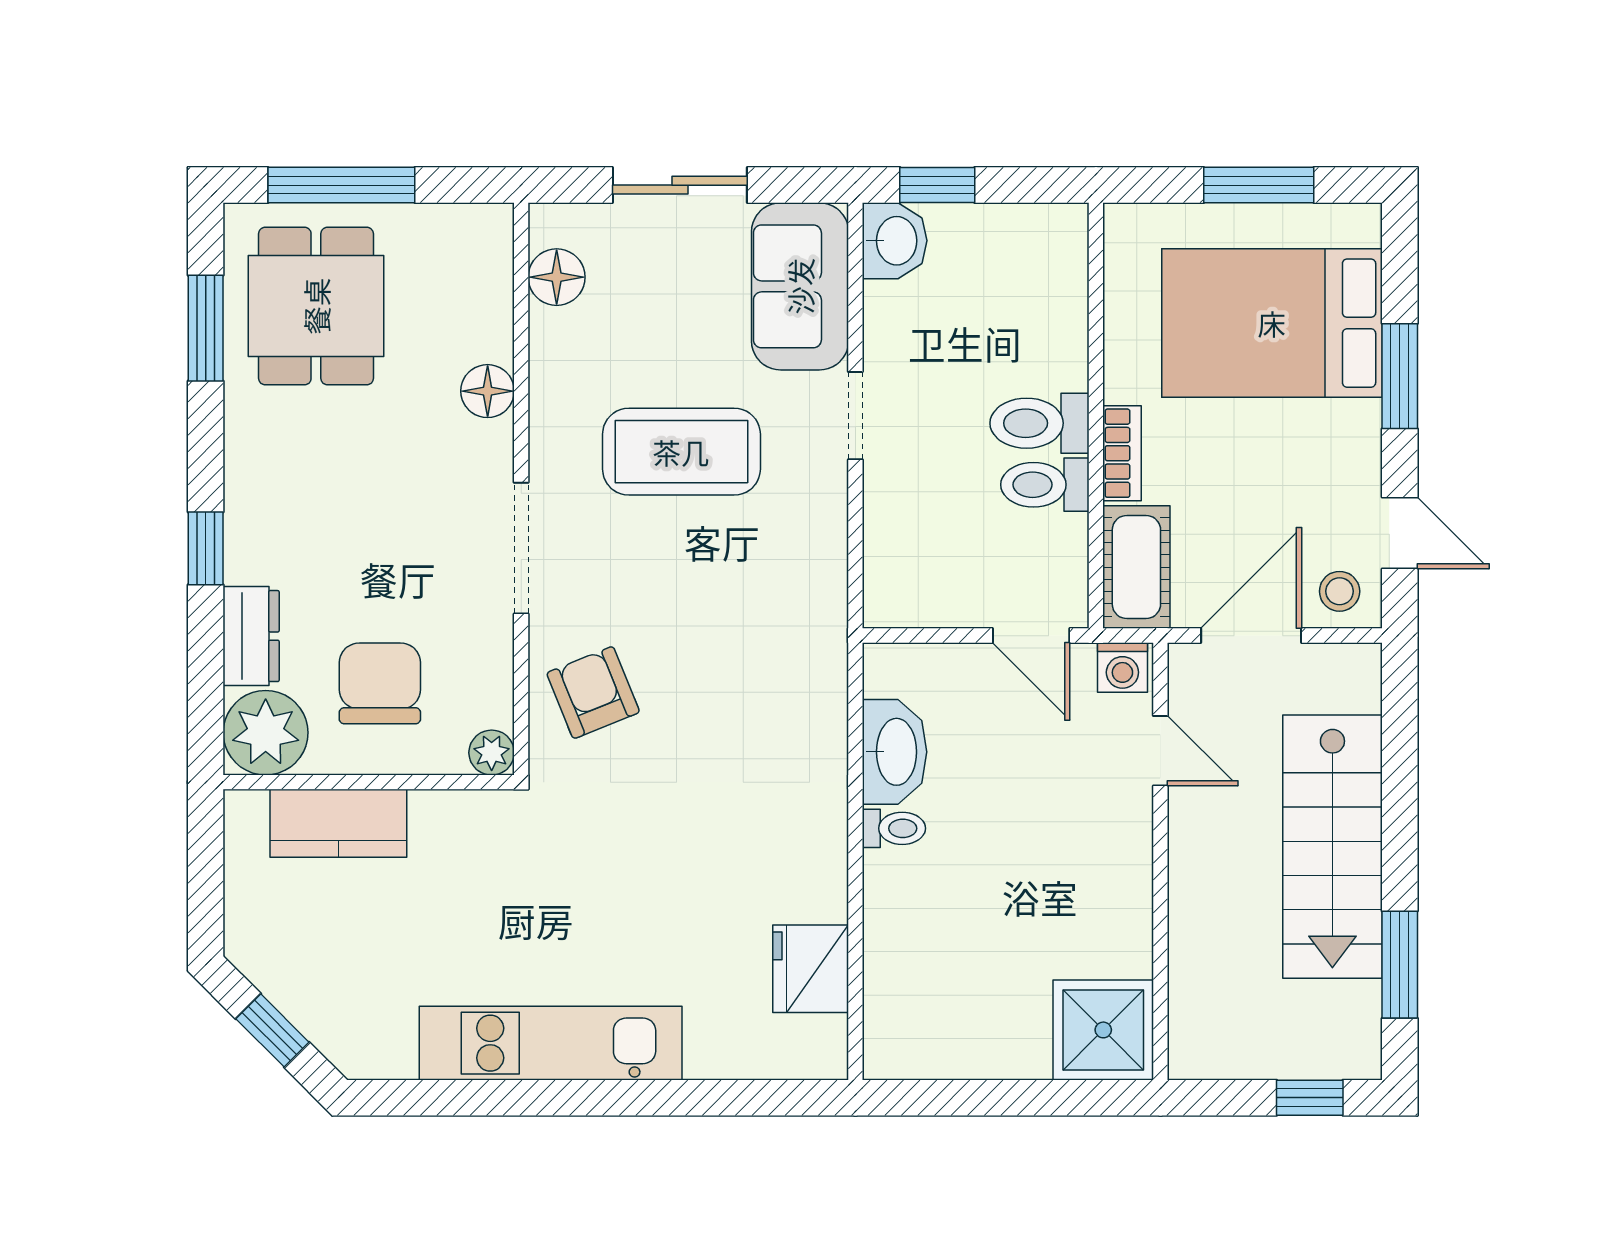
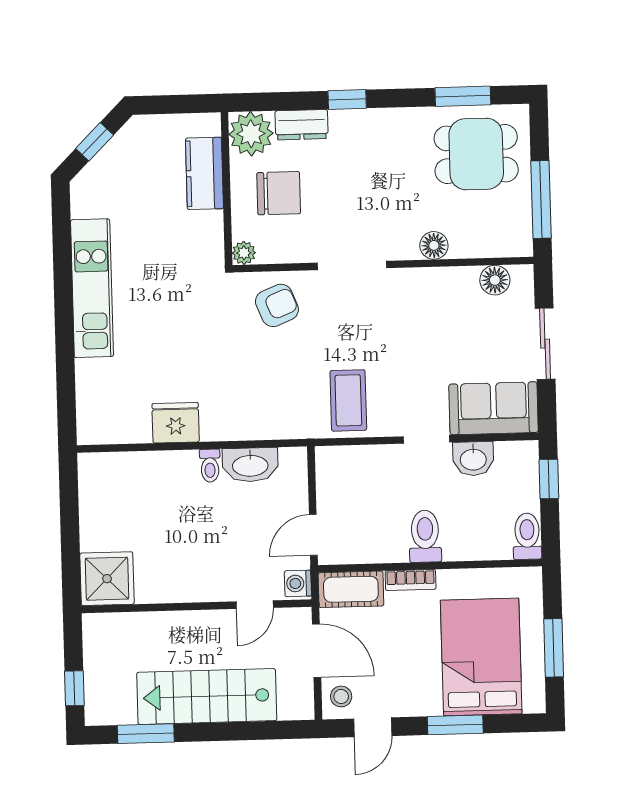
window: (341, 185) -> (541, 199), moved
washbasin: (895, 241) -> (473, 459), moved
coffee table: (681, 452) -> (348, 400), moved, width x0.73, depth x0.76
toilet: (1045, 485) -> (527, 536), moved
fridge: (811, 969) -> (176, 423), moved

